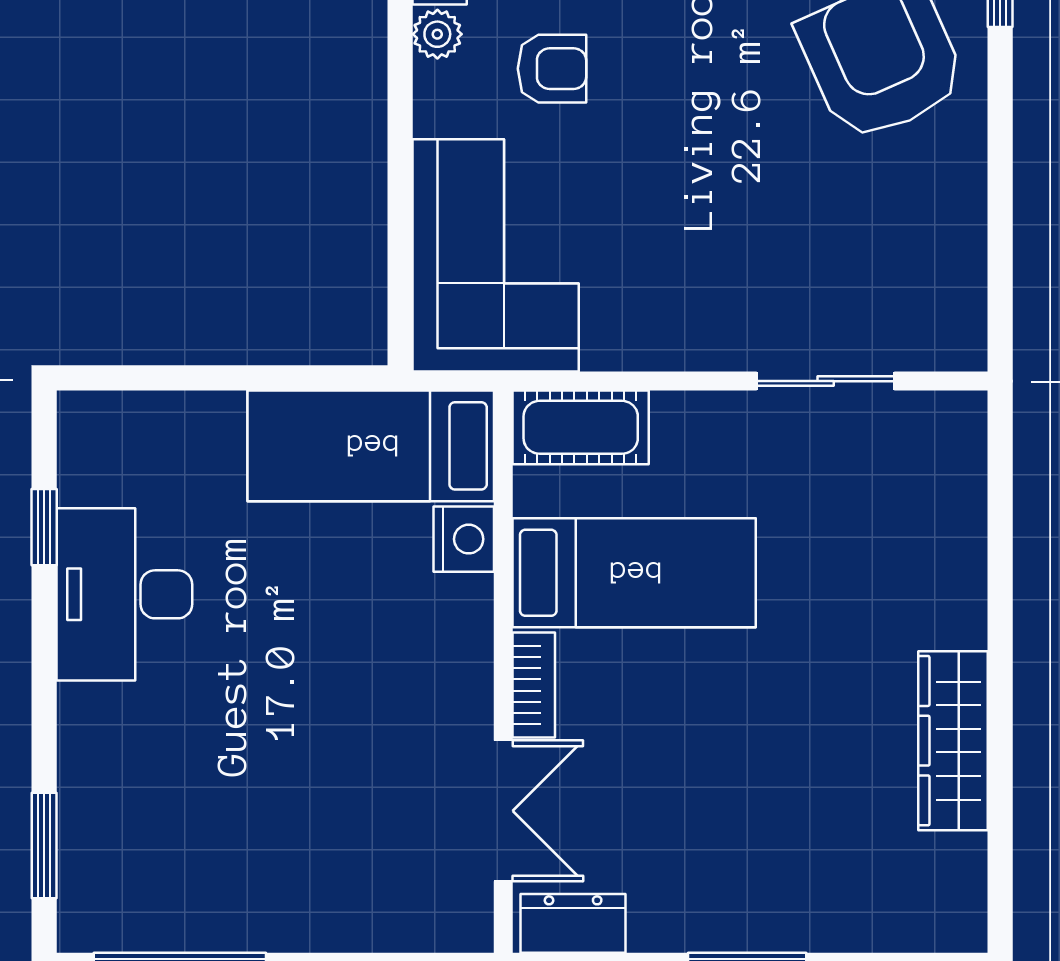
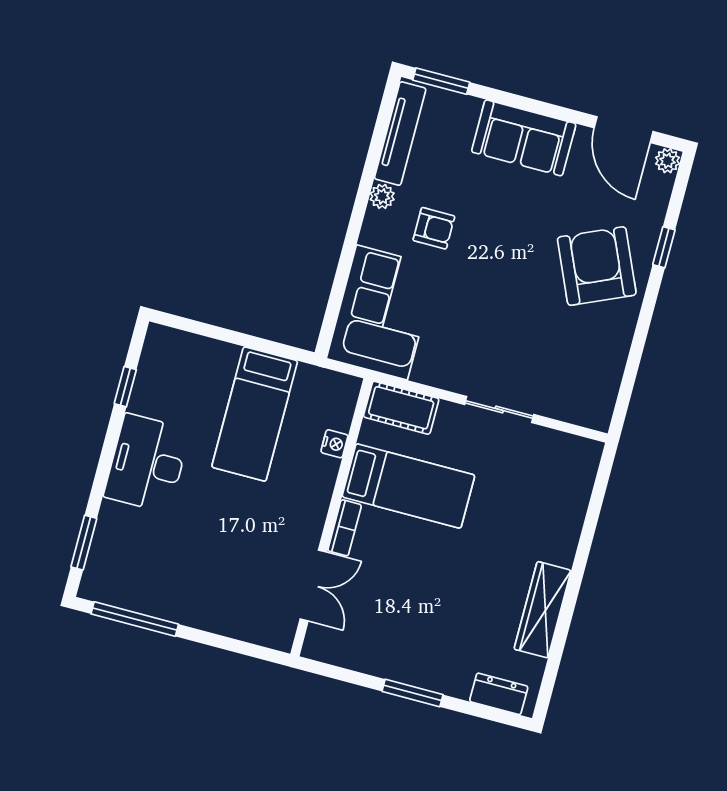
sliding door: (826, 381) -> (499, 410), moved
bed: (371, 446) -> (255, 414), moved, turned -90
nightstand: (464, 539) -> (334, 444), width x0.72, depth x0.74
desk: (124, 594) -> (147, 463), moved
dresser: (573, 923) -> (499, 694), moved

